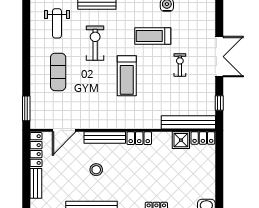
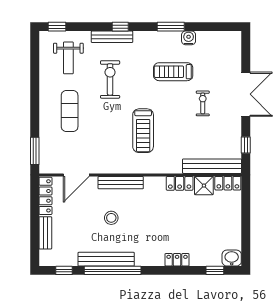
treadmill: (127, 76) -> (143, 131), moved
locker: (139, 138) -> (180, 183), moved

